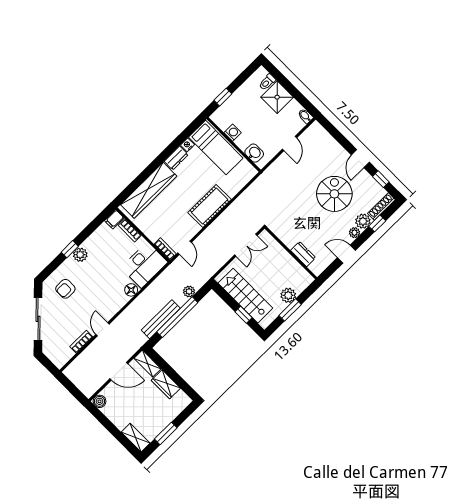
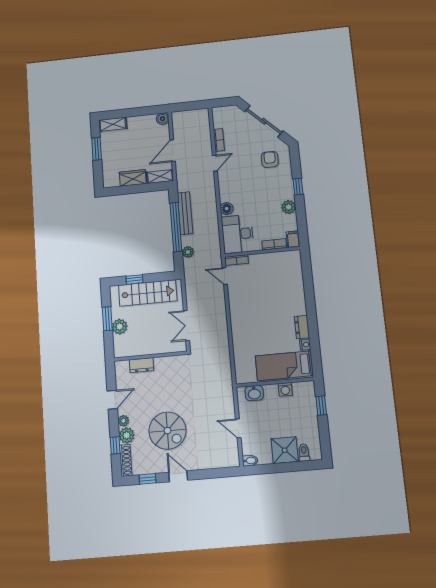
wardrobe: (149, 190) -> (294, 284), removed
cot: (210, 206) -> (241, 322), removed
plant: (80, 255) -> (289, 207), moved
door: (103, 329) -> (215, 163), hinge flipped

